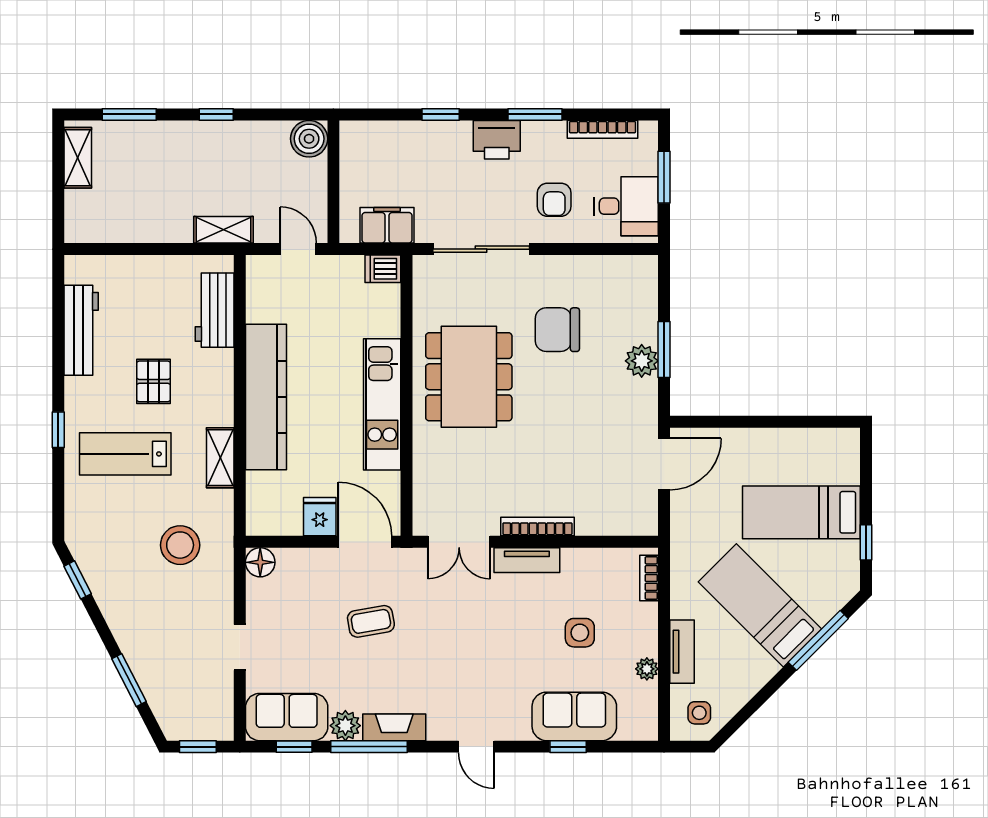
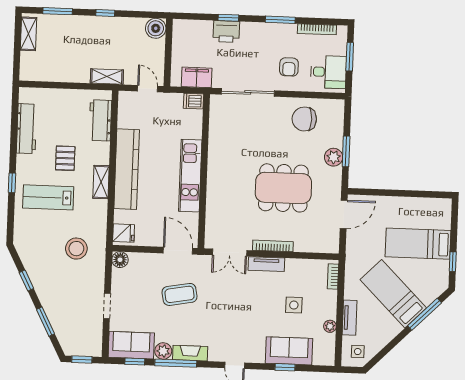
printer: (497, 140) -> (226, 32), moved
chair: (557, 330) -> (304, 119), moved
dining table: (469, 377) -> (283, 188), moved, turned 90
shelving: (220, 458) -> (101, 182), moved
fridge: (320, 517) -> (124, 233), moved, turned 90
window: (78, 580) -> (26, 281), moved
coffee table: (371, 621) -> (179, 294), width x1.36, depth x1.30

